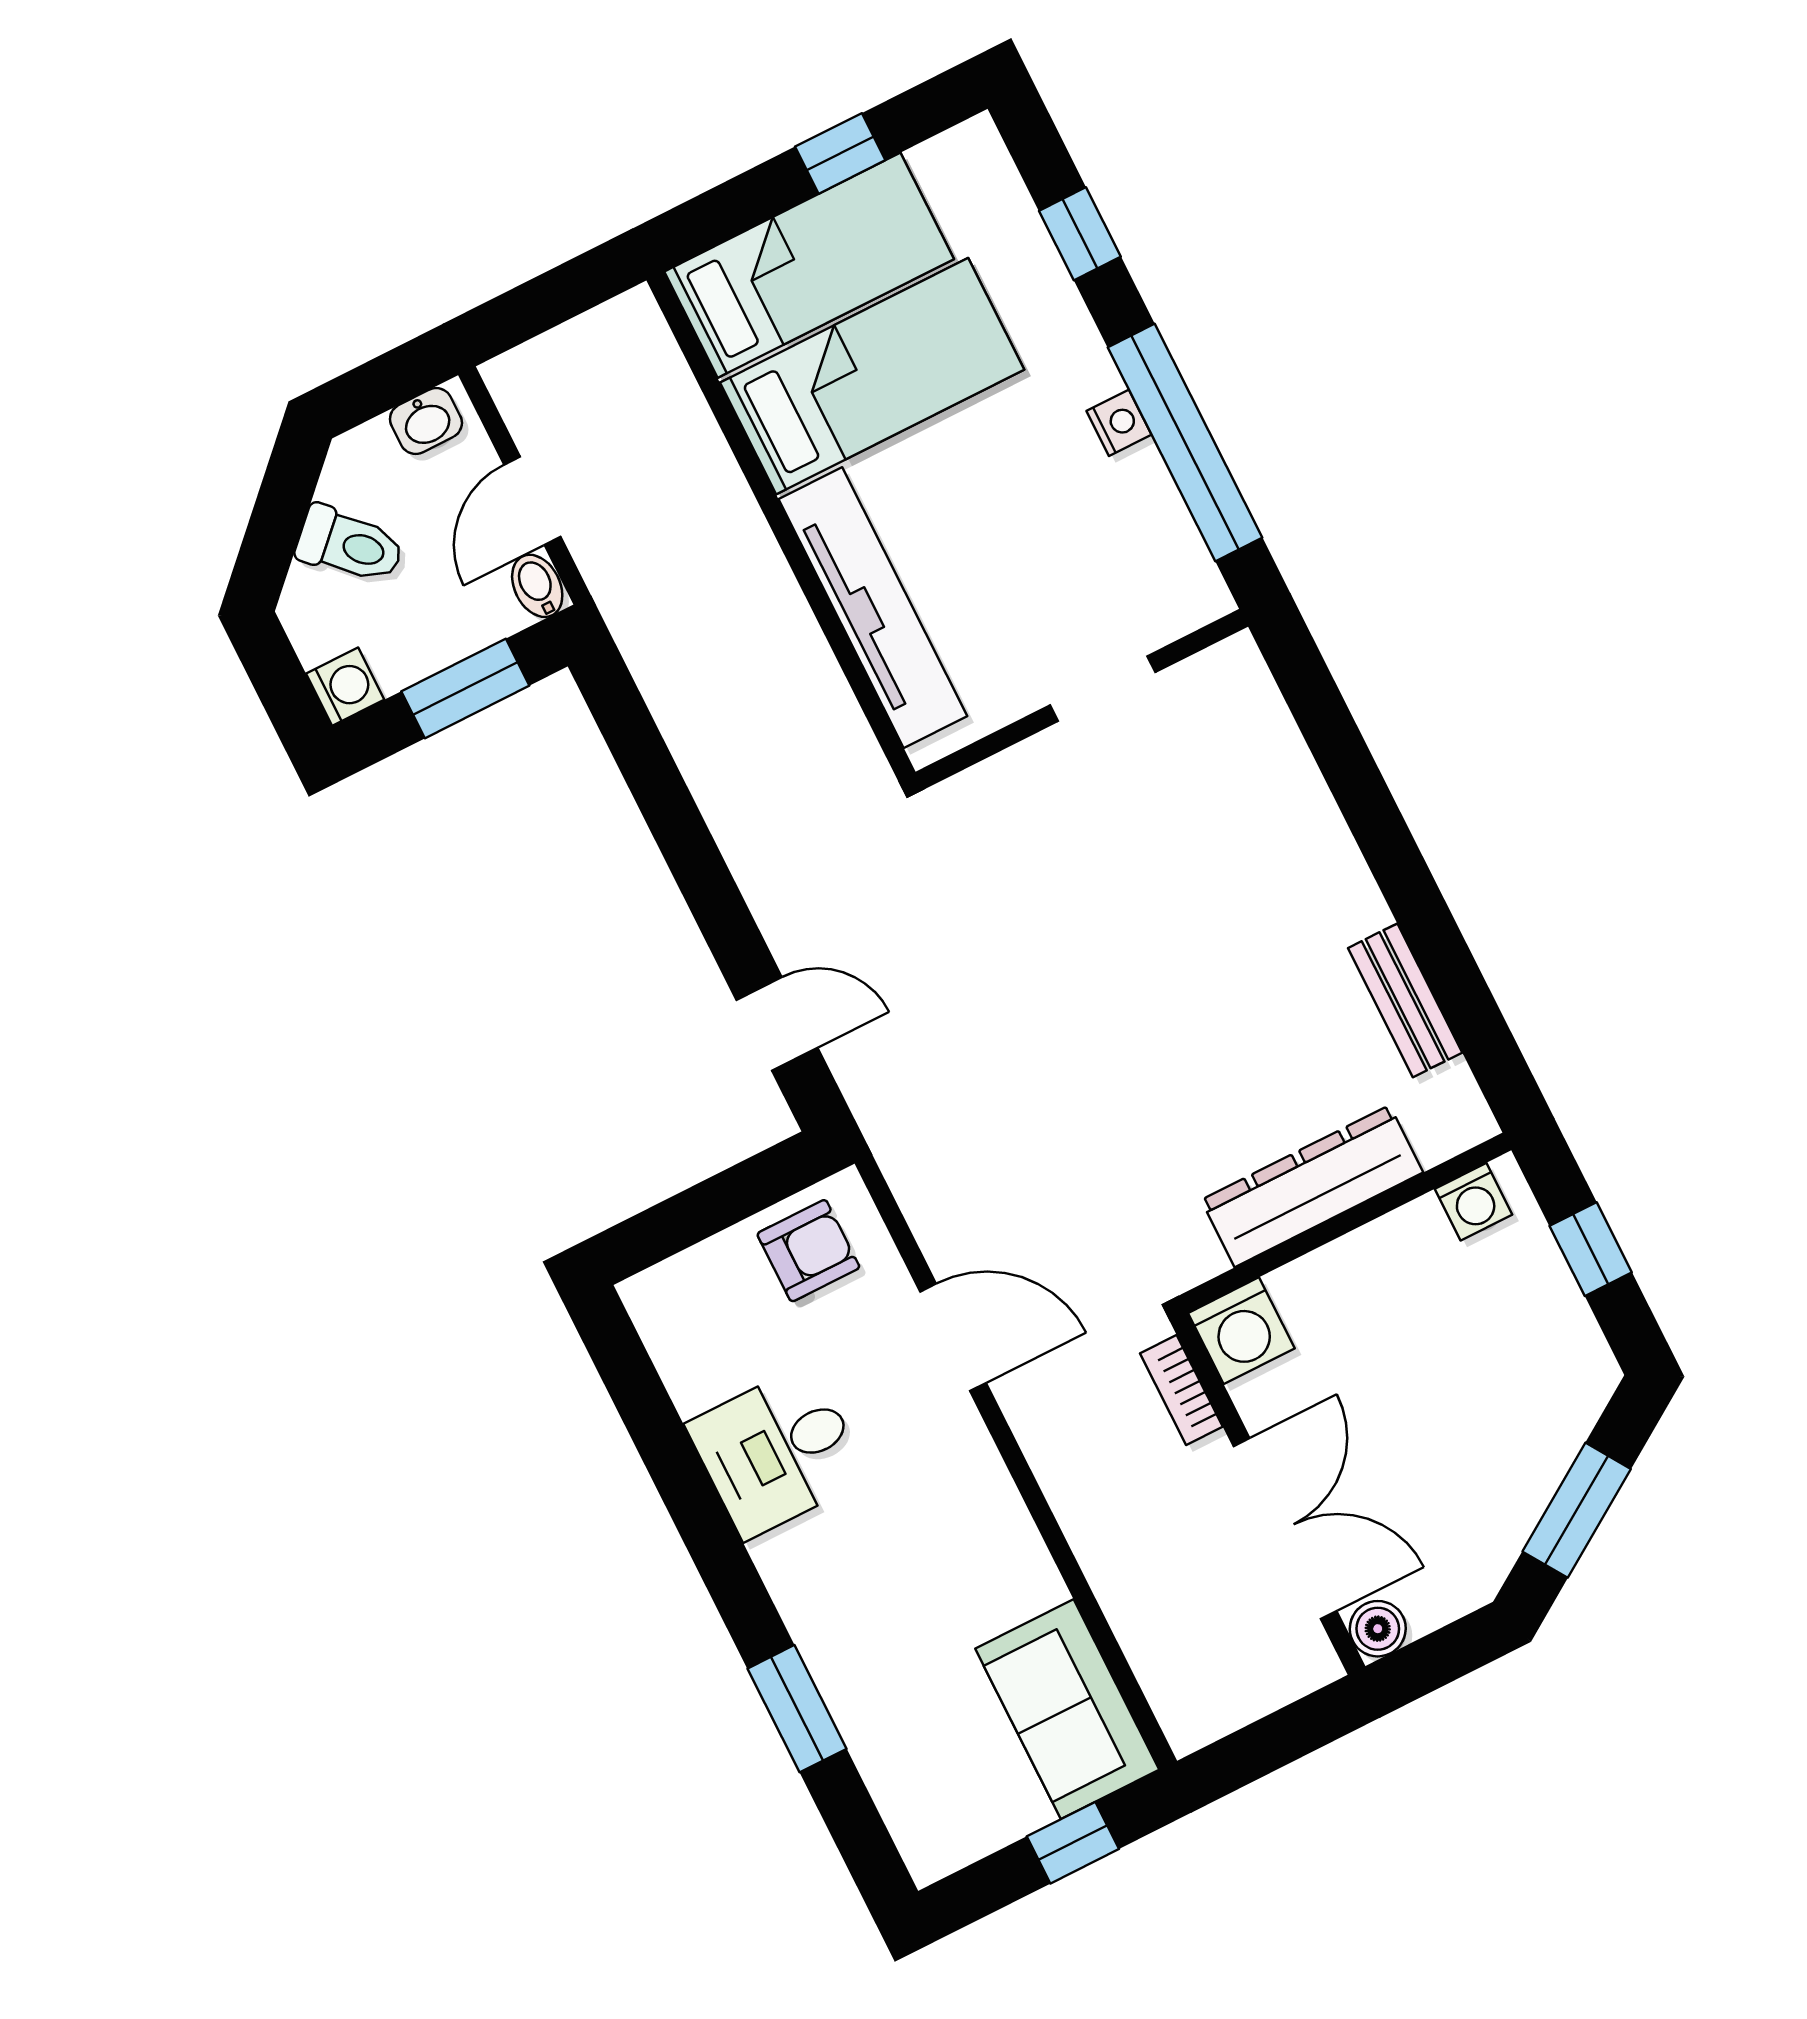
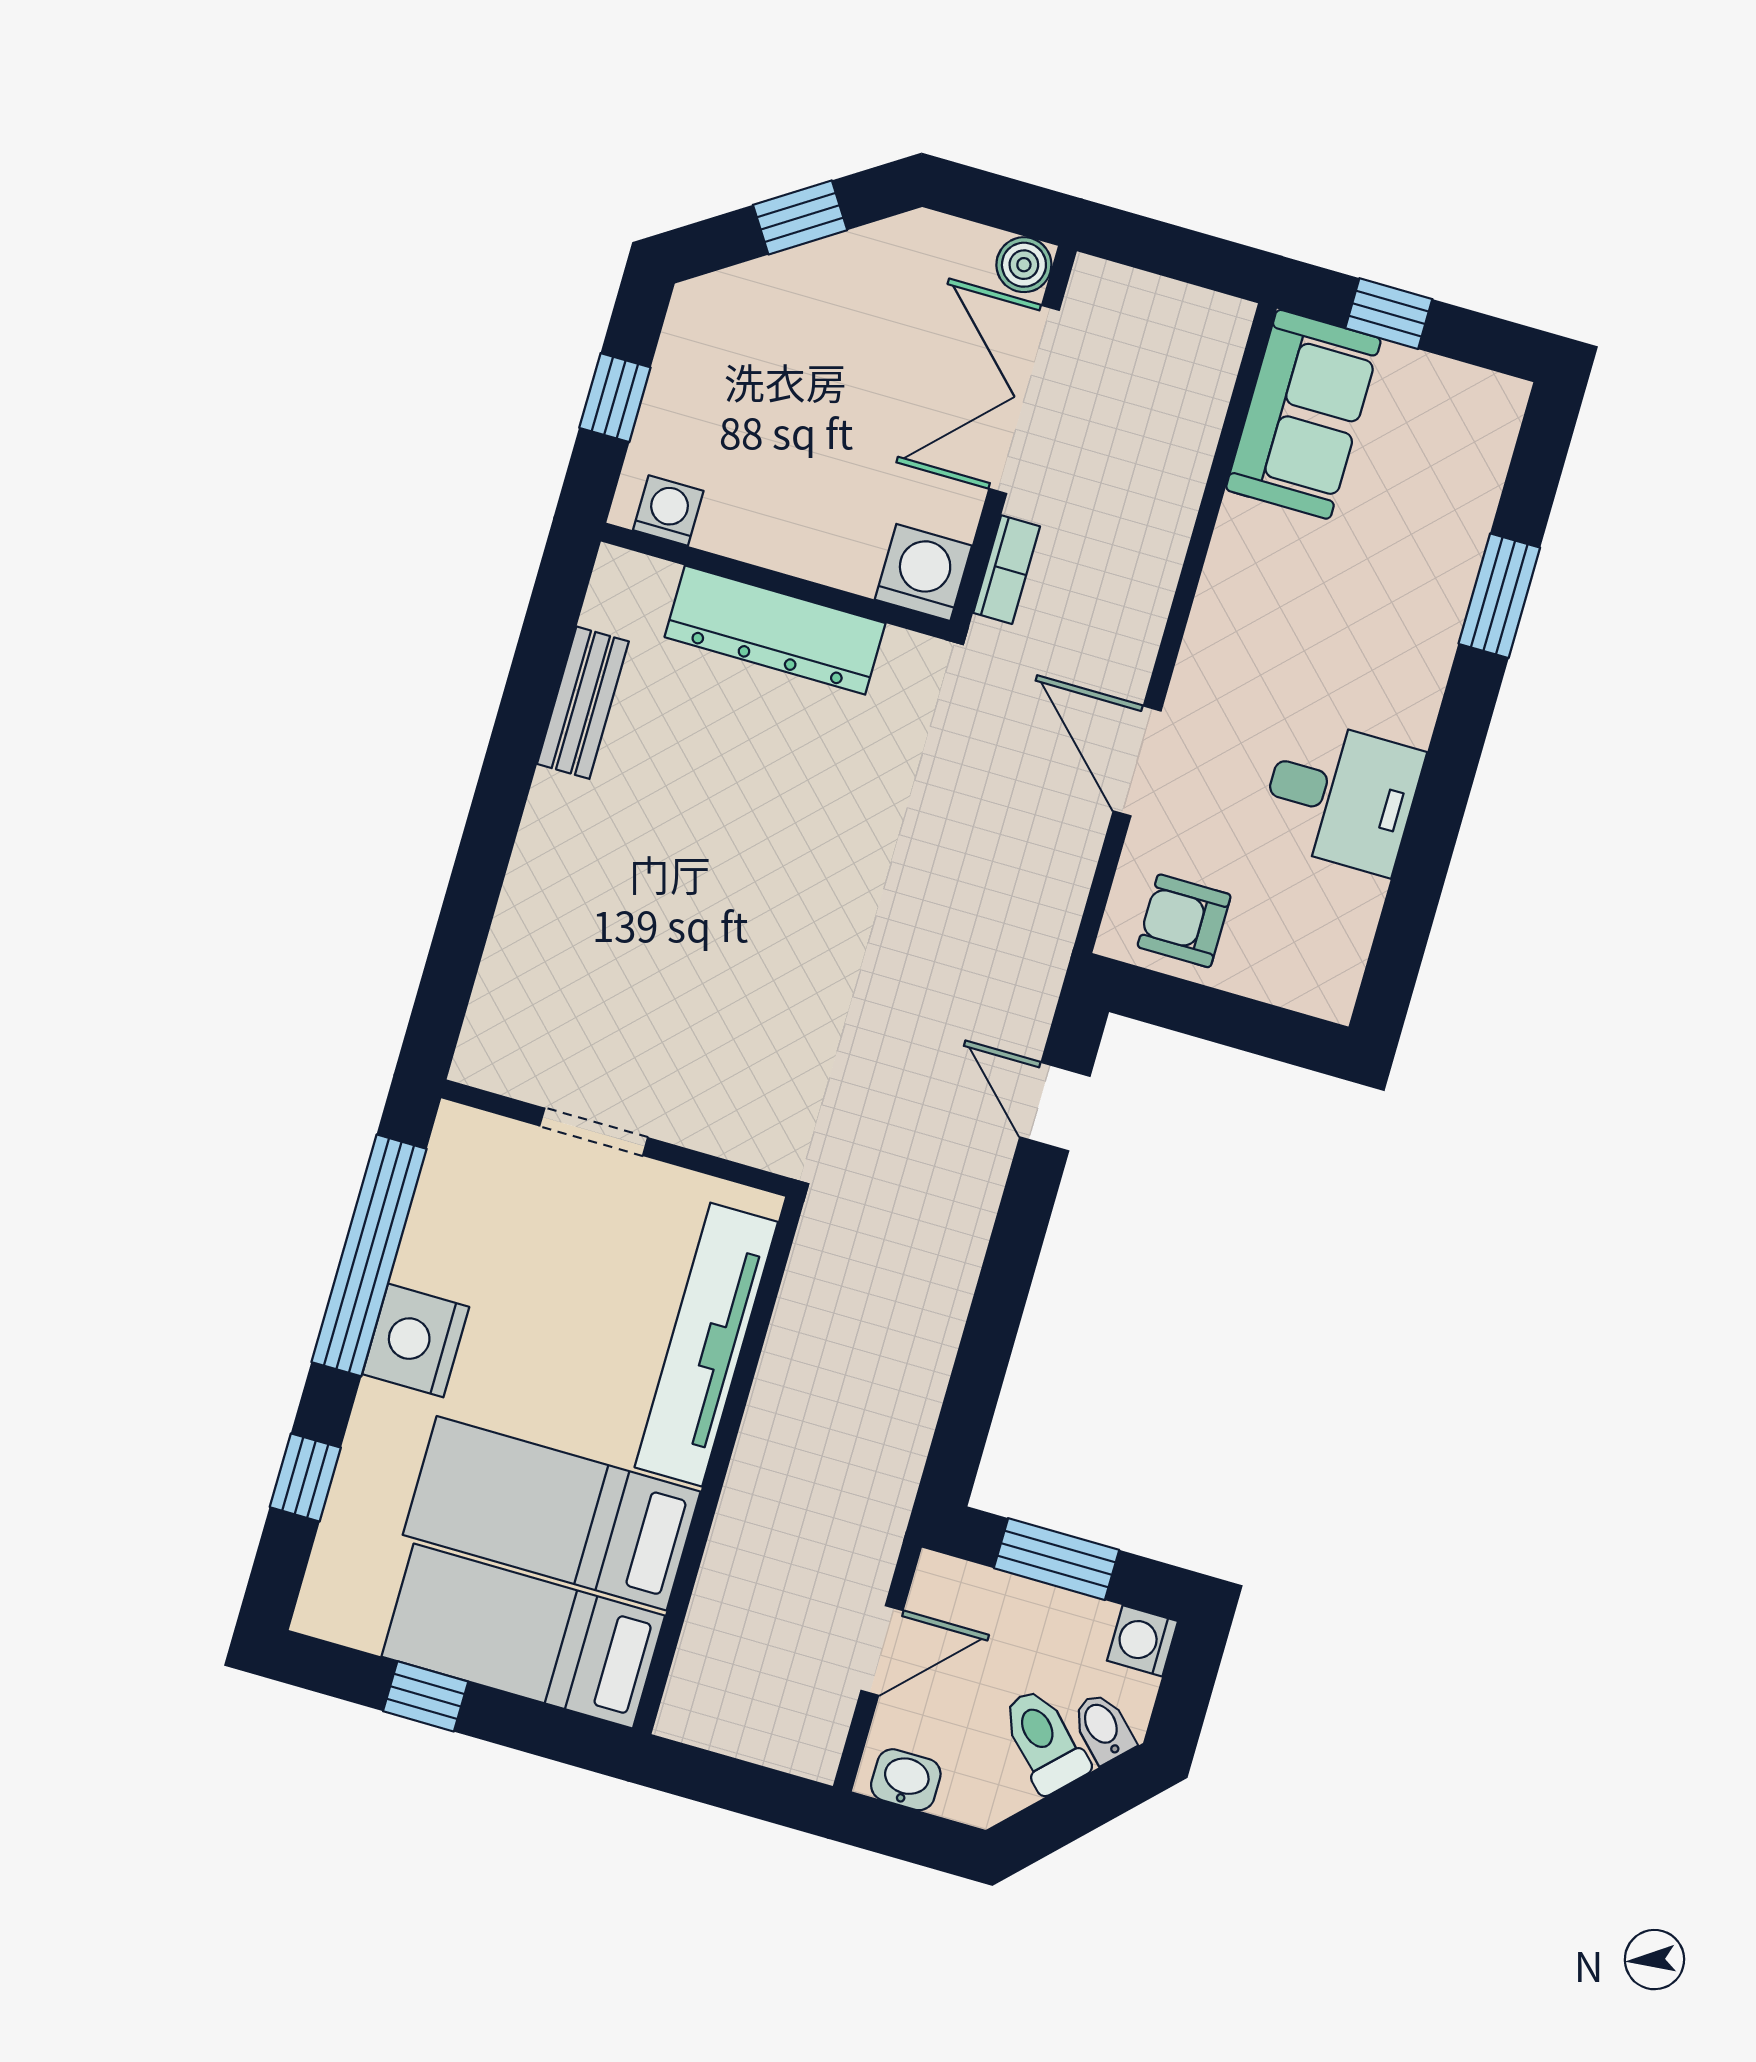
nightstand: (1119, 423) -> (416, 1340), width x1.89, depth x1.79
bidet: (537, 586) -> (1103, 1728), moved, turned 135
window: (1577, 1510) -> (800, 217), width x0.67

